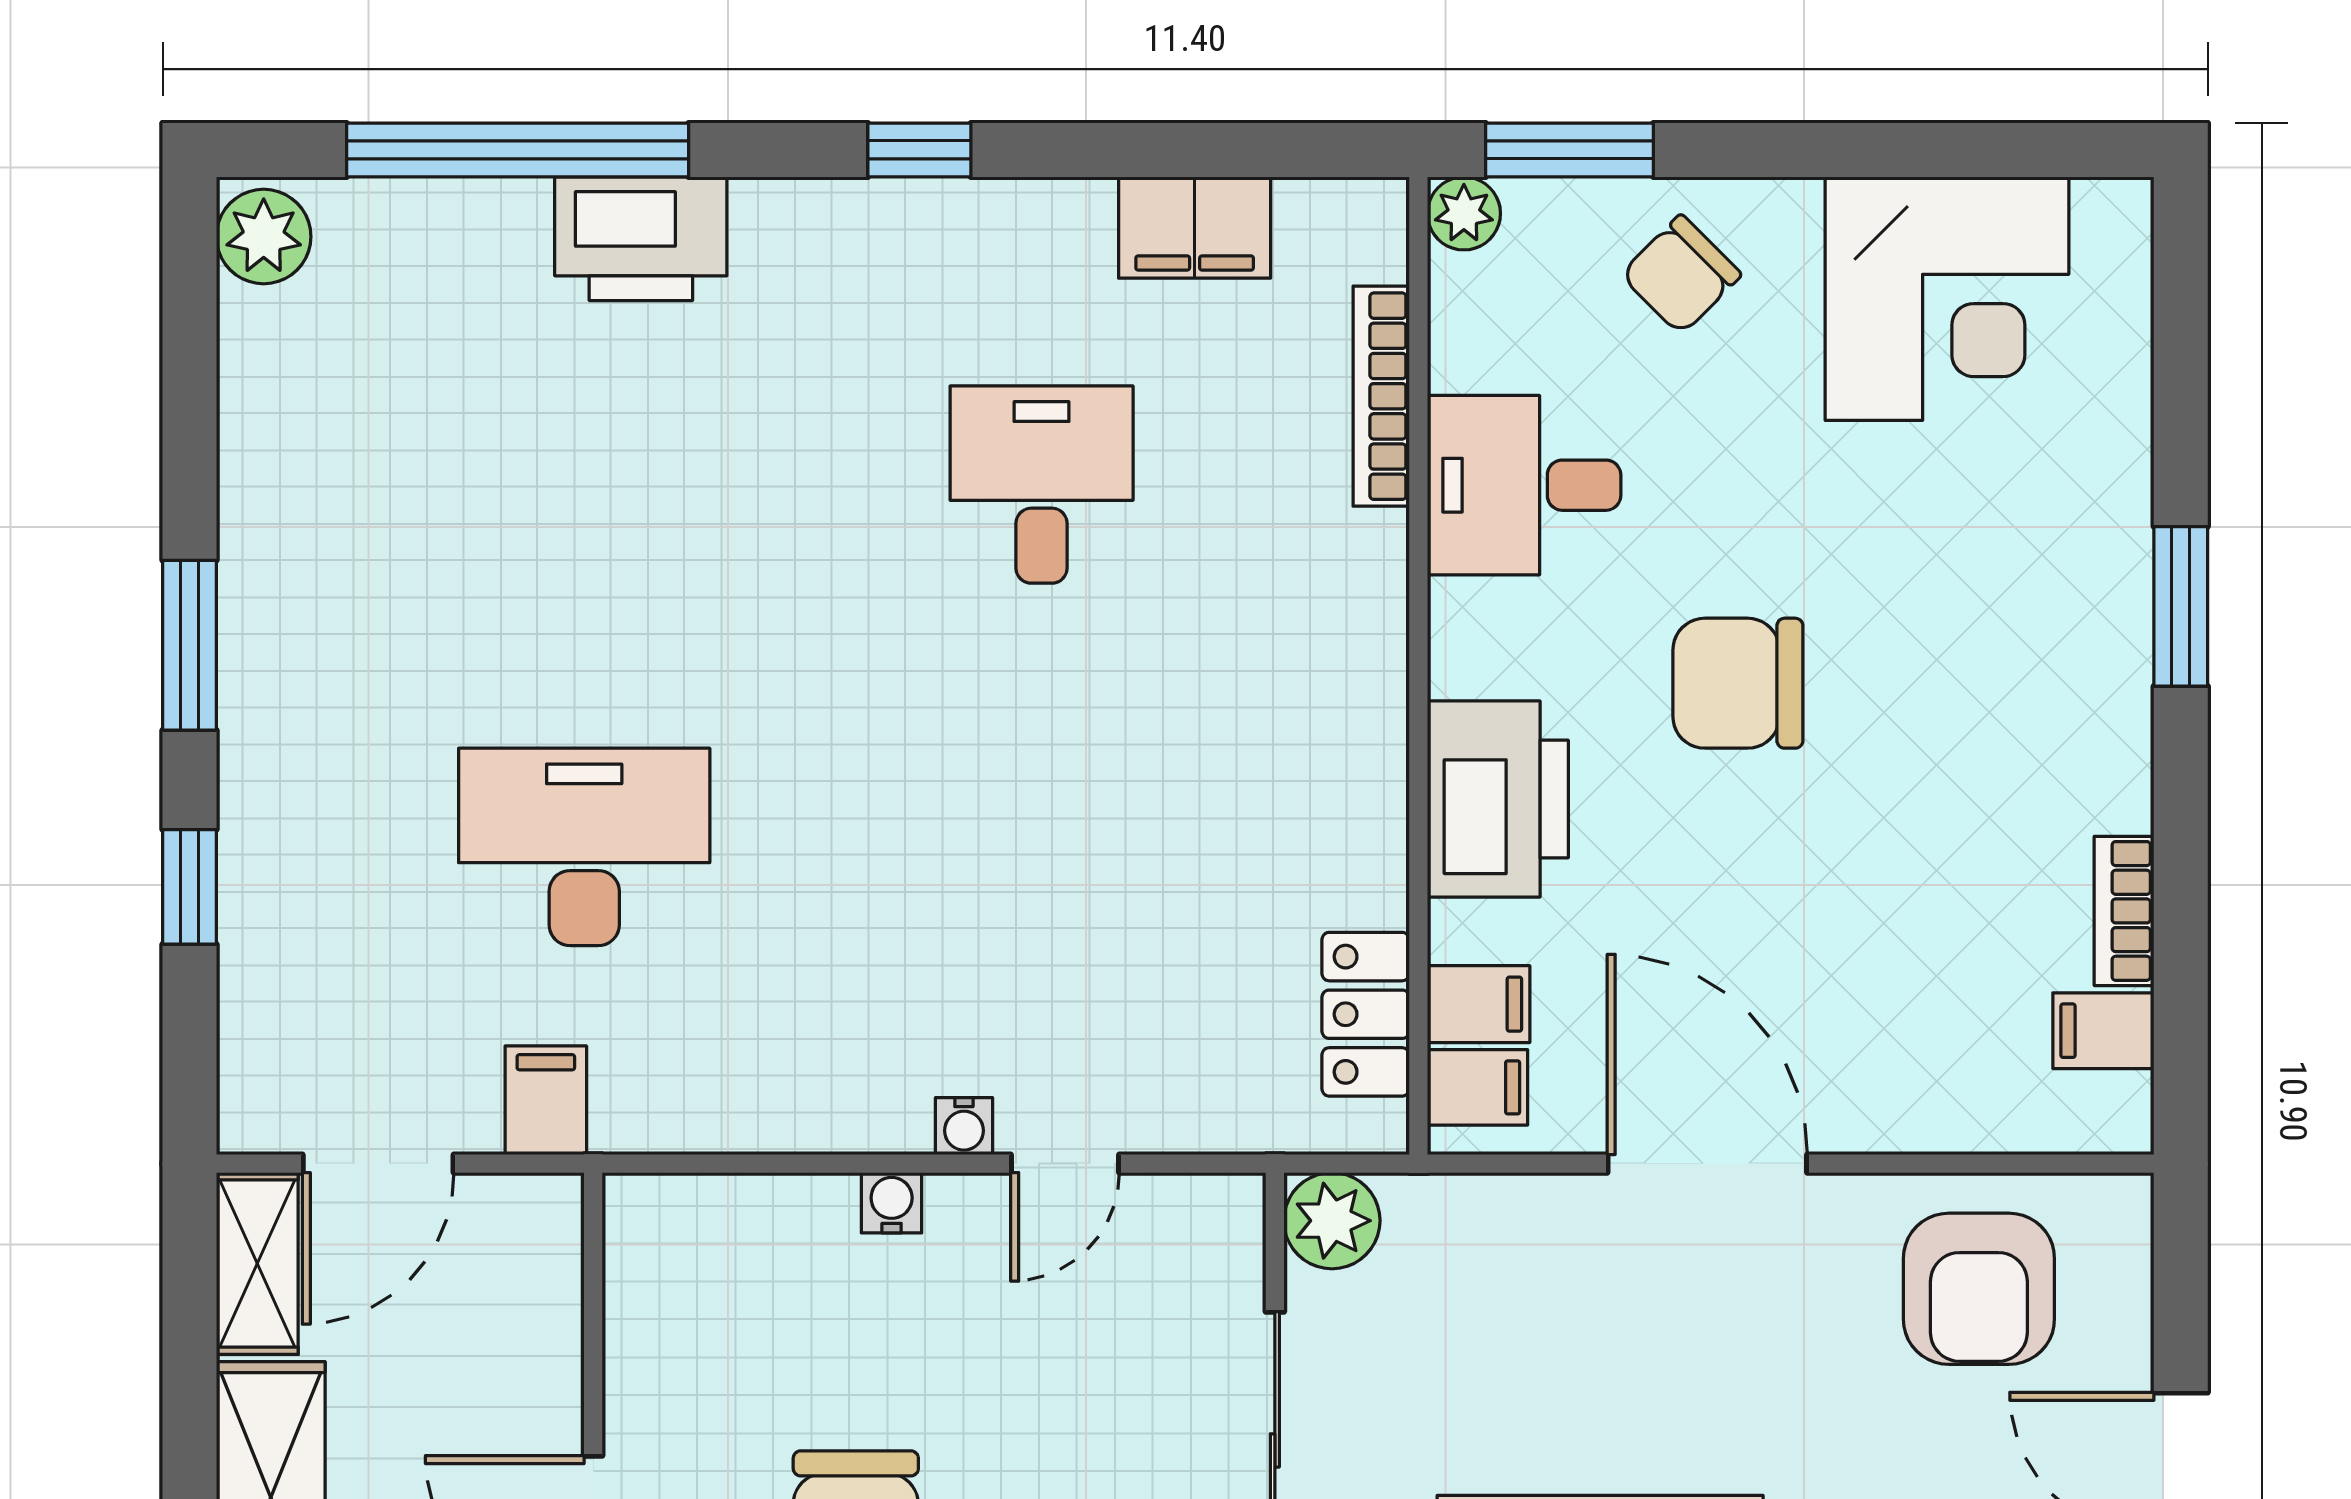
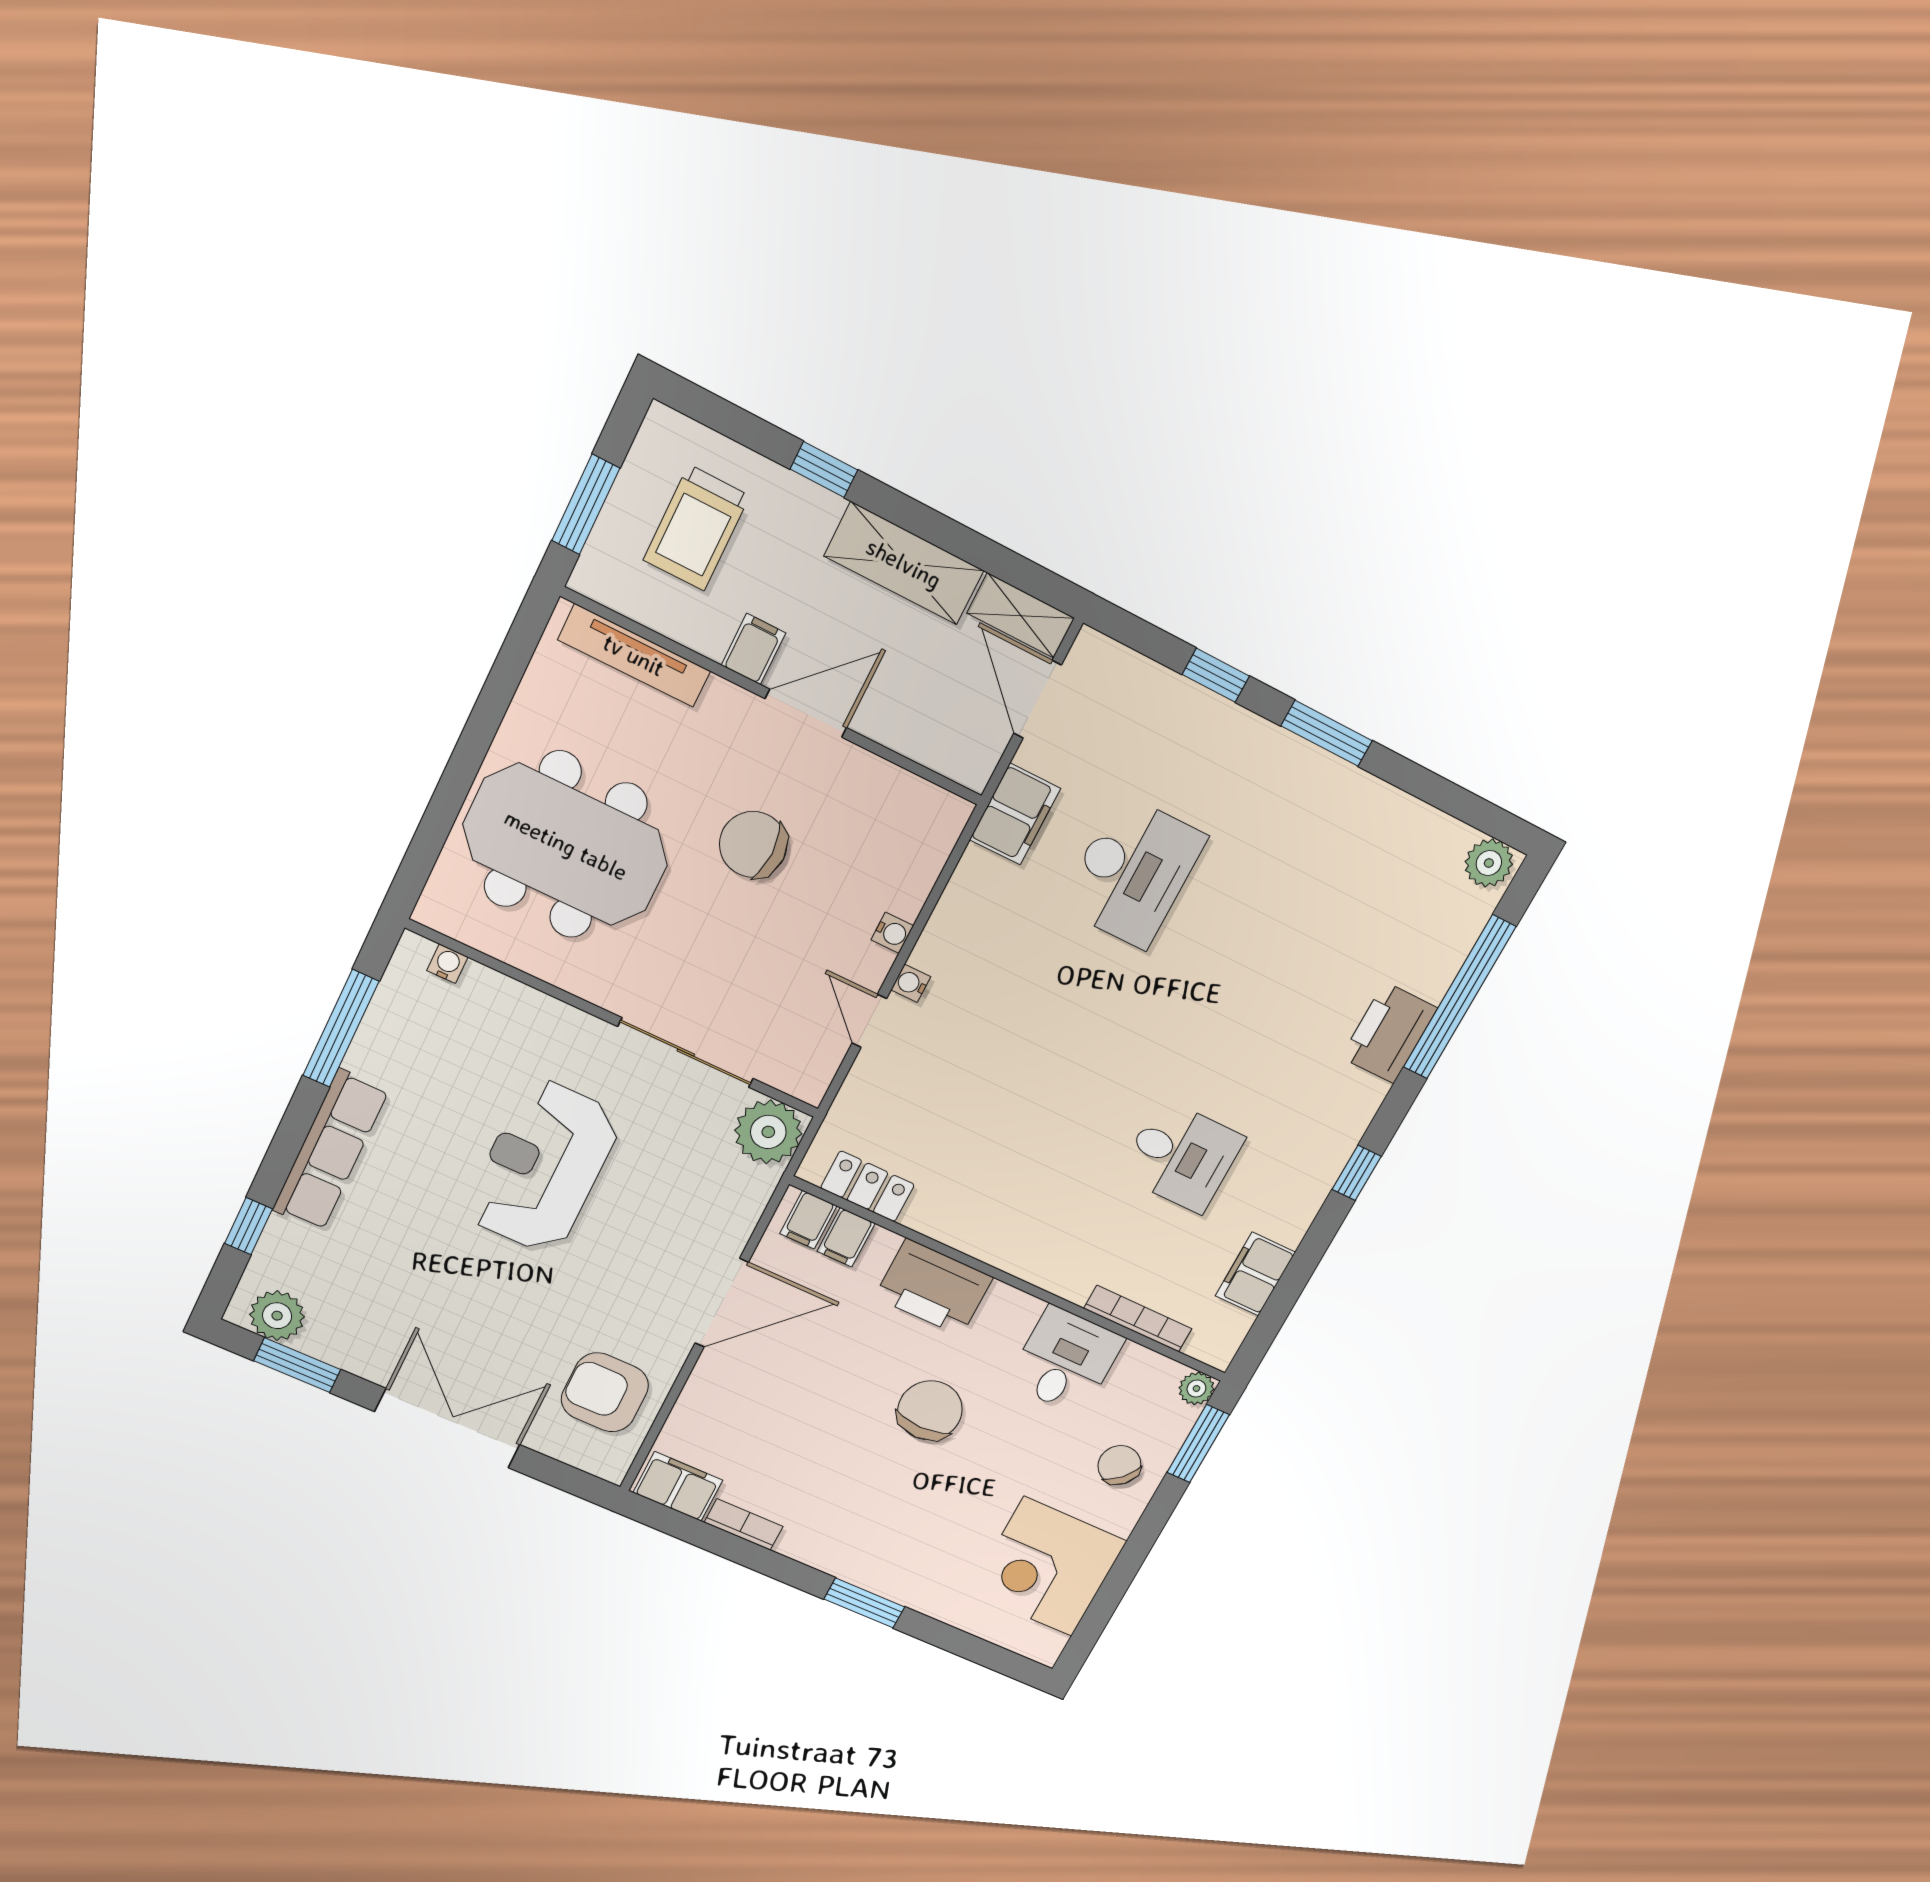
filing cabinet: (2103, 1031) -> (678, 1486), width x2.00
filing cabinet: (546, 1100) -> (1015, 814), width x2.00
plant: (1332, 1221) -> (768, 1132), width x1.36, depth x1.36

